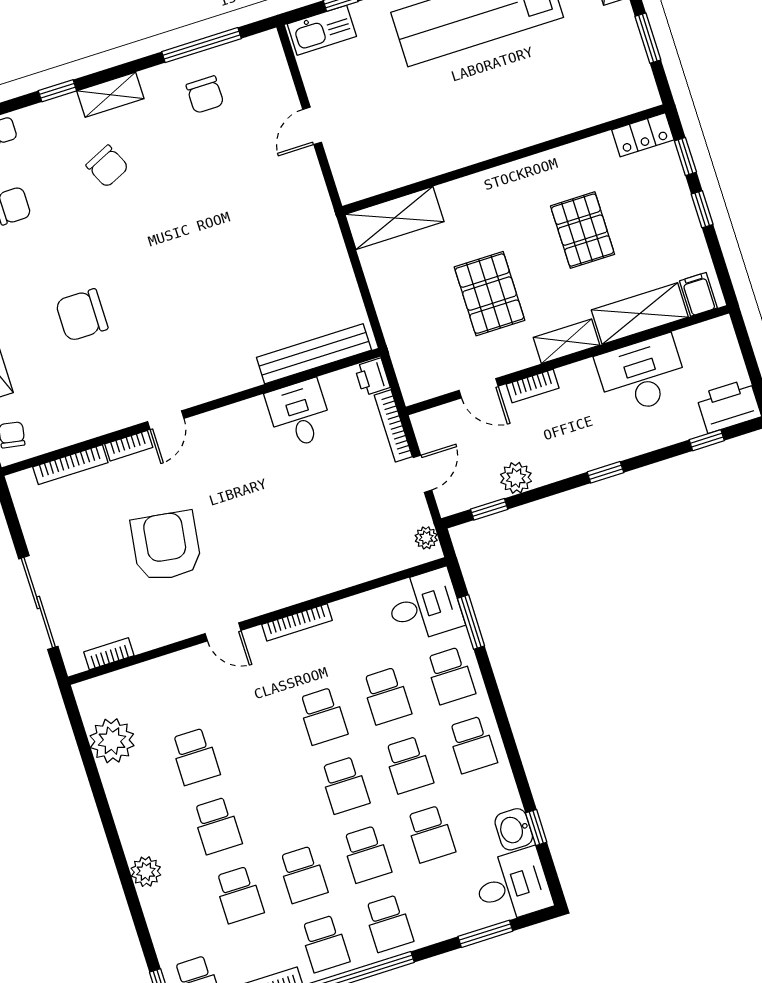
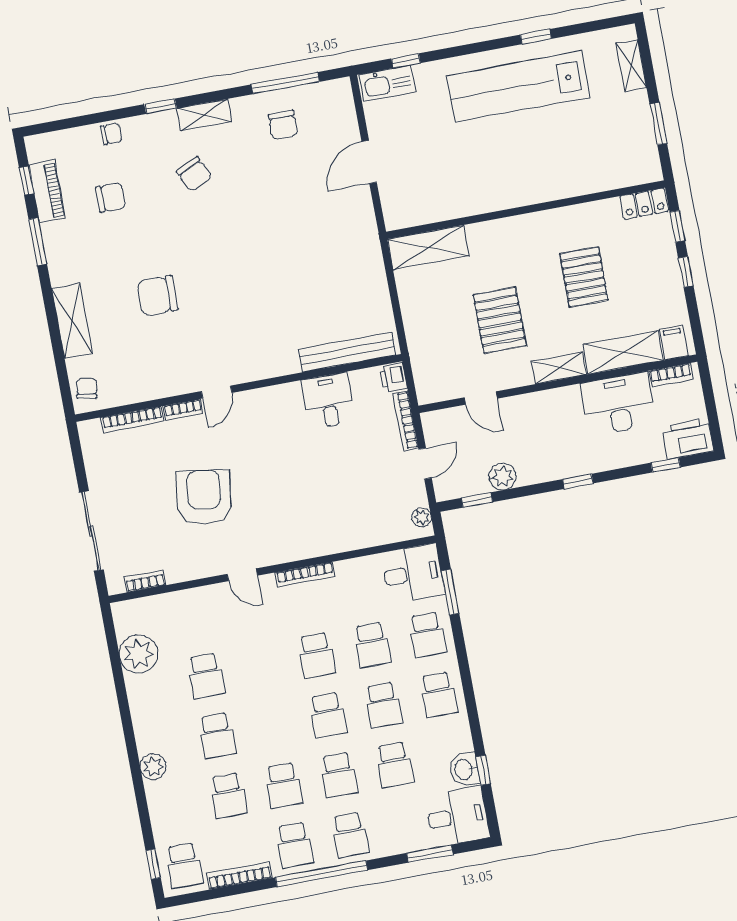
door: (312, 126) -> (369, 162), width x1.38
bookcase: (533, 386) -> (671, 375), moved

